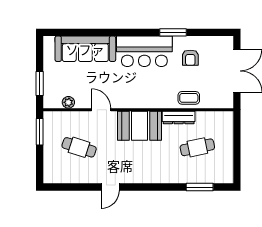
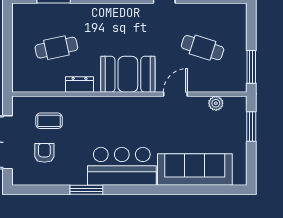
armchair: (190, 58) -> (44, 153), moved
coffee table: (189, 98) -> (49, 121), moved
door: (101, 110) -> (175, 94), swing flipped
dresser: (179, 117) -> (79, 85), width x0.70

